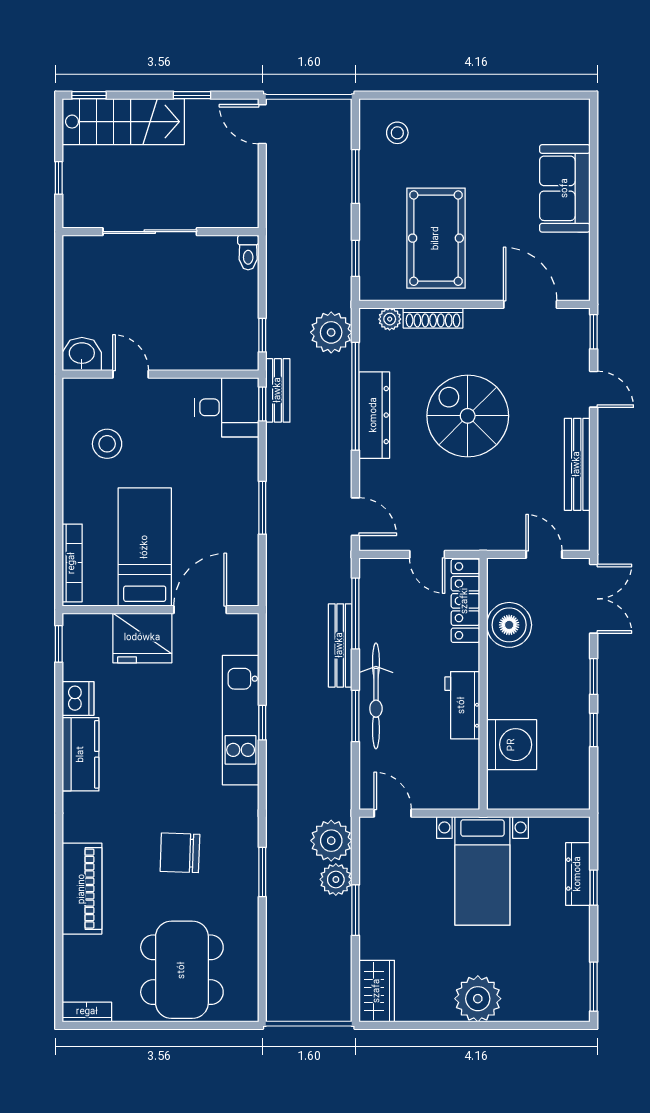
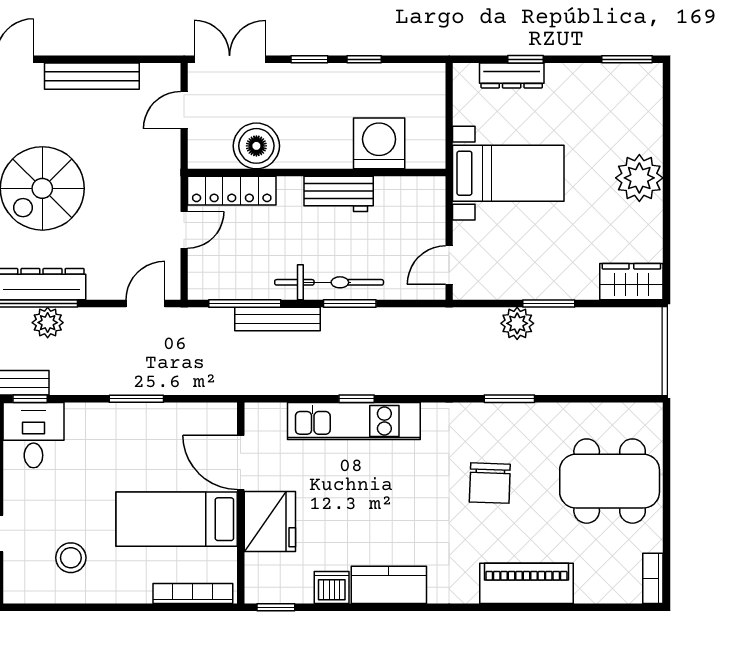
plant: (331, 841) -> (48, 323), moved, width x0.73, depth x0.73

